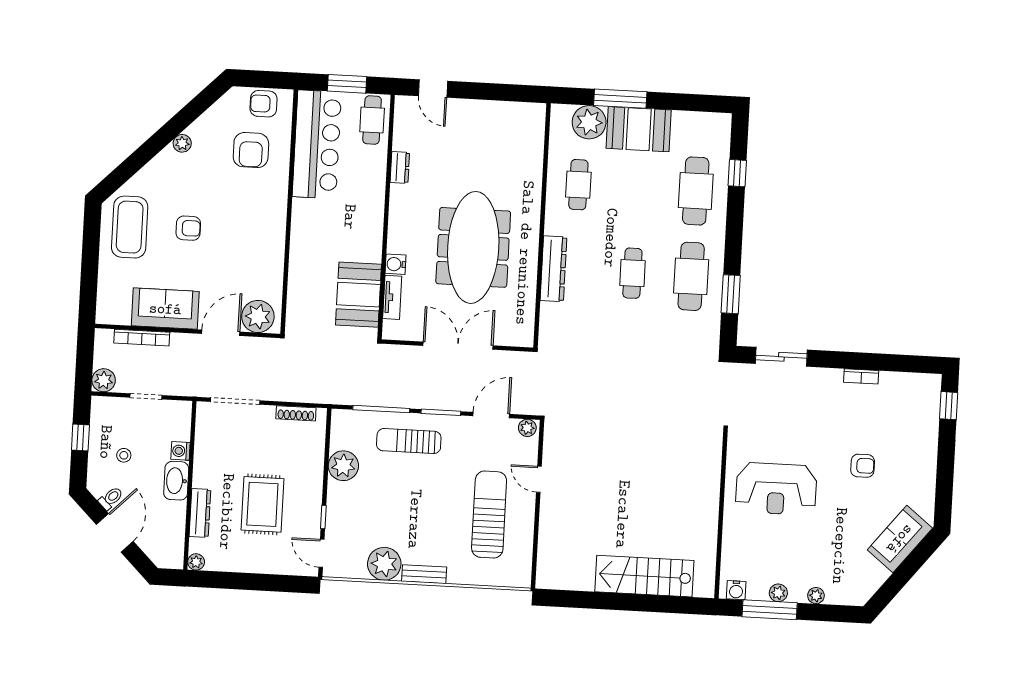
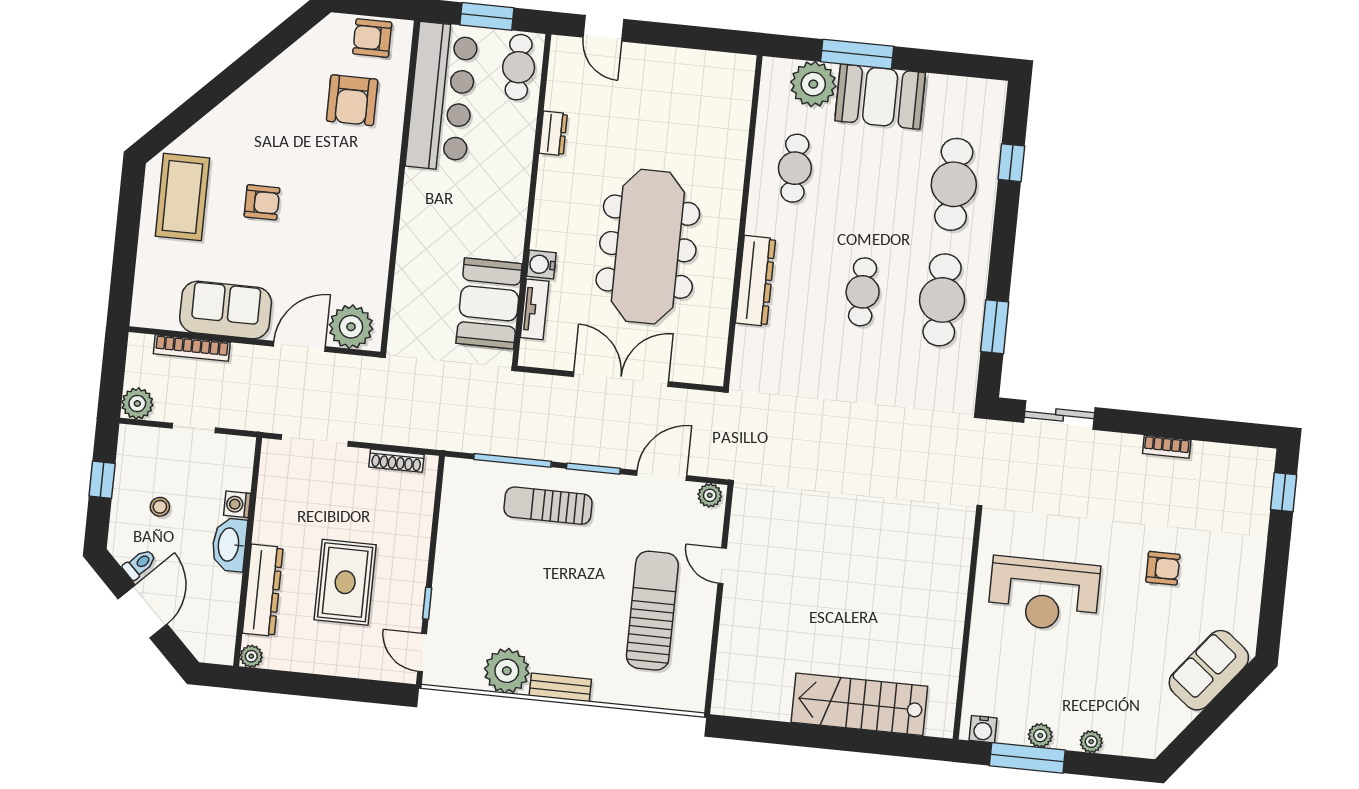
plant: (182, 143) -> (259, 87), removed
plant: (343, 466) -> (457, 535), removed
dresser: (200, 513) -> (263, 590), width x1.37, depth x1.24

